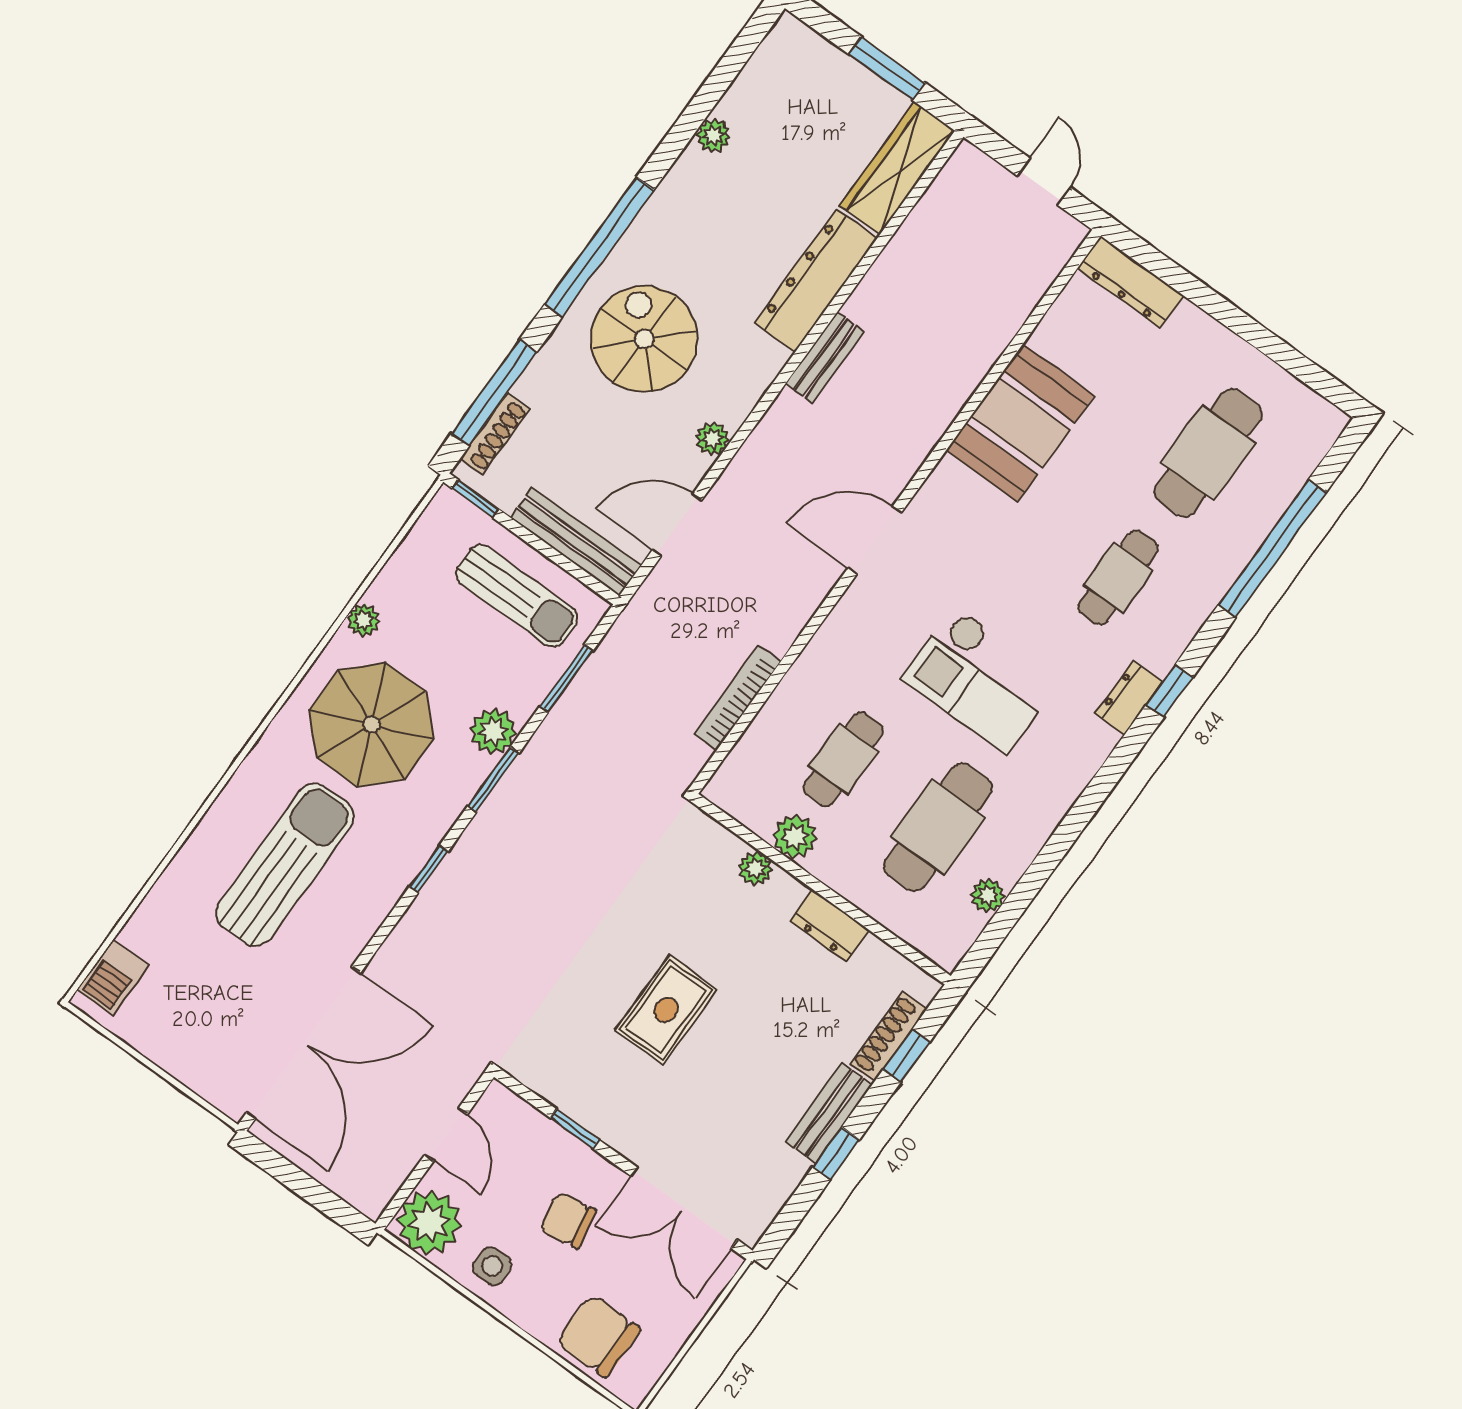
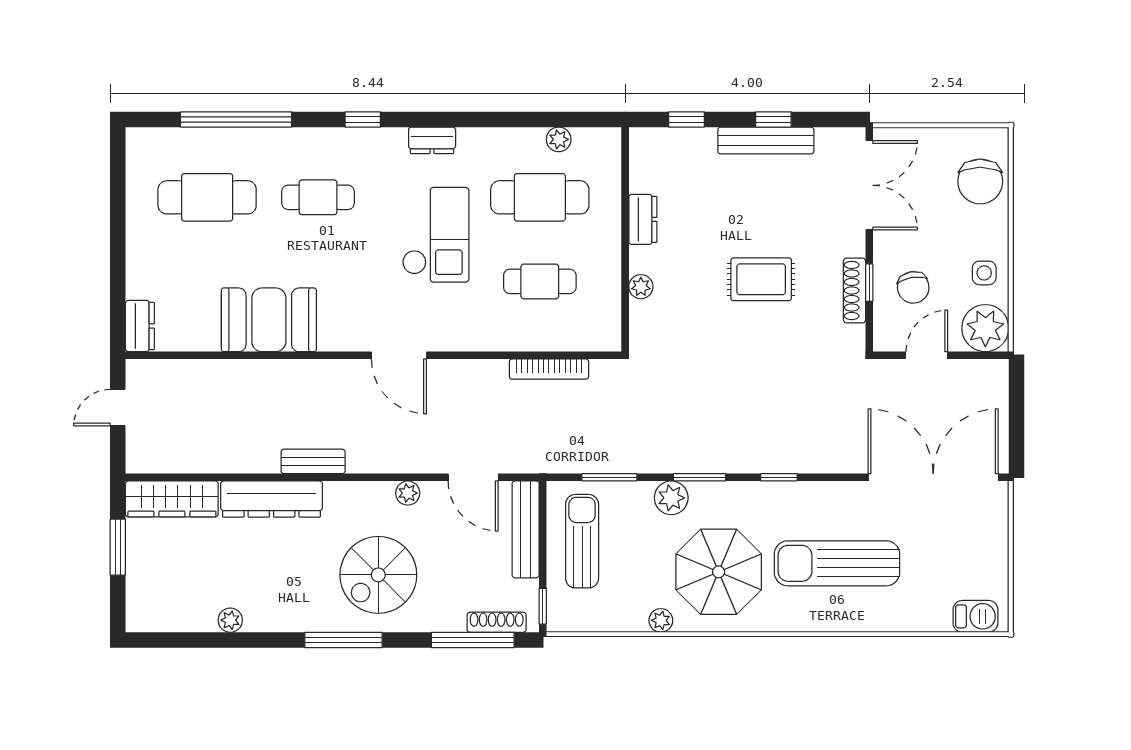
window: (599, 247) -> (344, 640), width x0.68
dresser: (1131, 282) -> (140, 326), width x0.70
dresser: (1129, 698) -> (432, 140), moved
plant: (795, 837) -> (606, 277), removed
shoe rack: (888, 1037) -> (855, 290), moved, turned 90
bench: (829, 1113) -> (766, 141), width x1.36
chair: (568, 1220) -> (913, 287), moved

